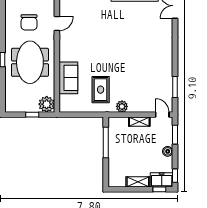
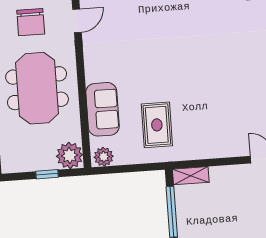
plant: (122, 106) -> (104, 157), moved
shelving: (139, 122) -> (191, 176), moved

